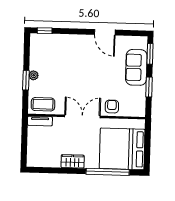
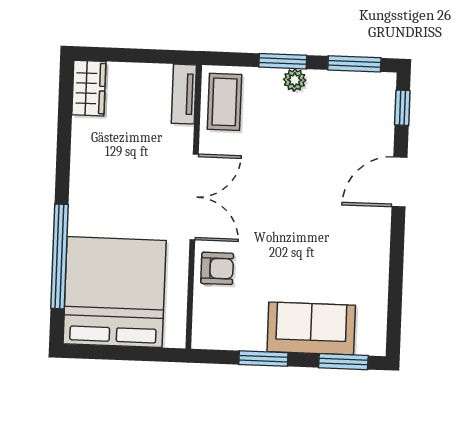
door: (105, 32) -> (399, 182), moved
window: (27, 51) -> (354, 64), added
wardrobe: (73, 161) -> (89, 88), moved

